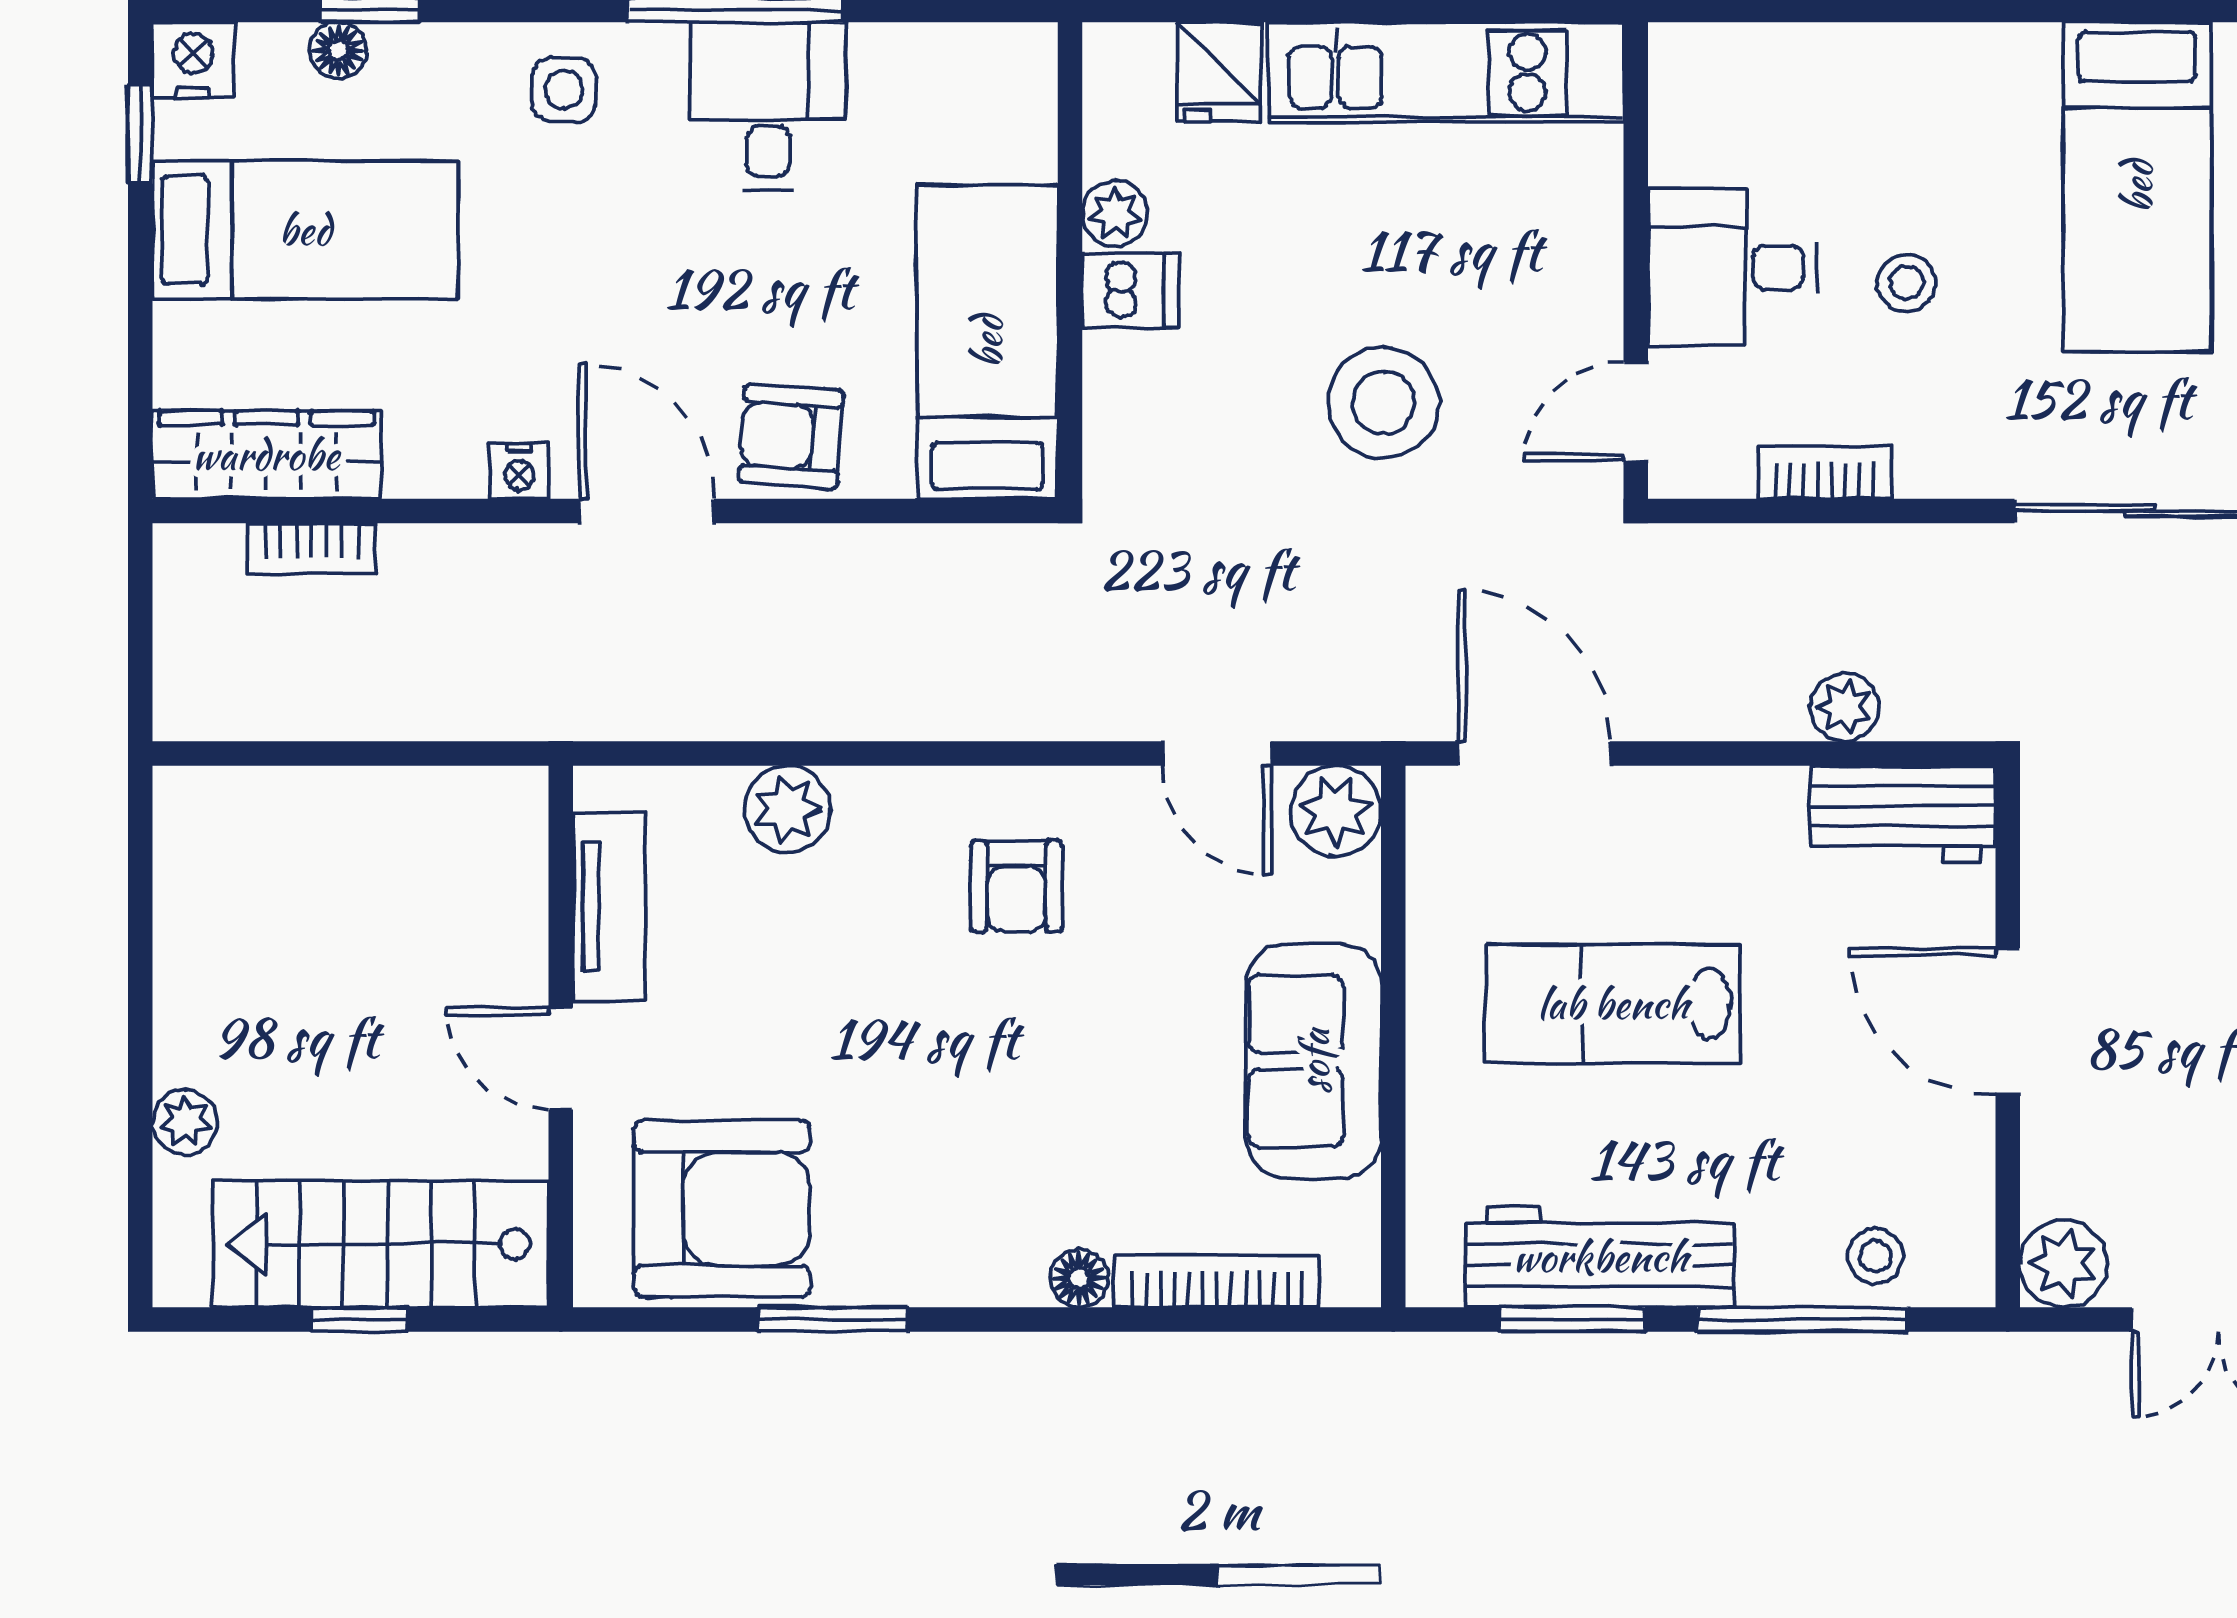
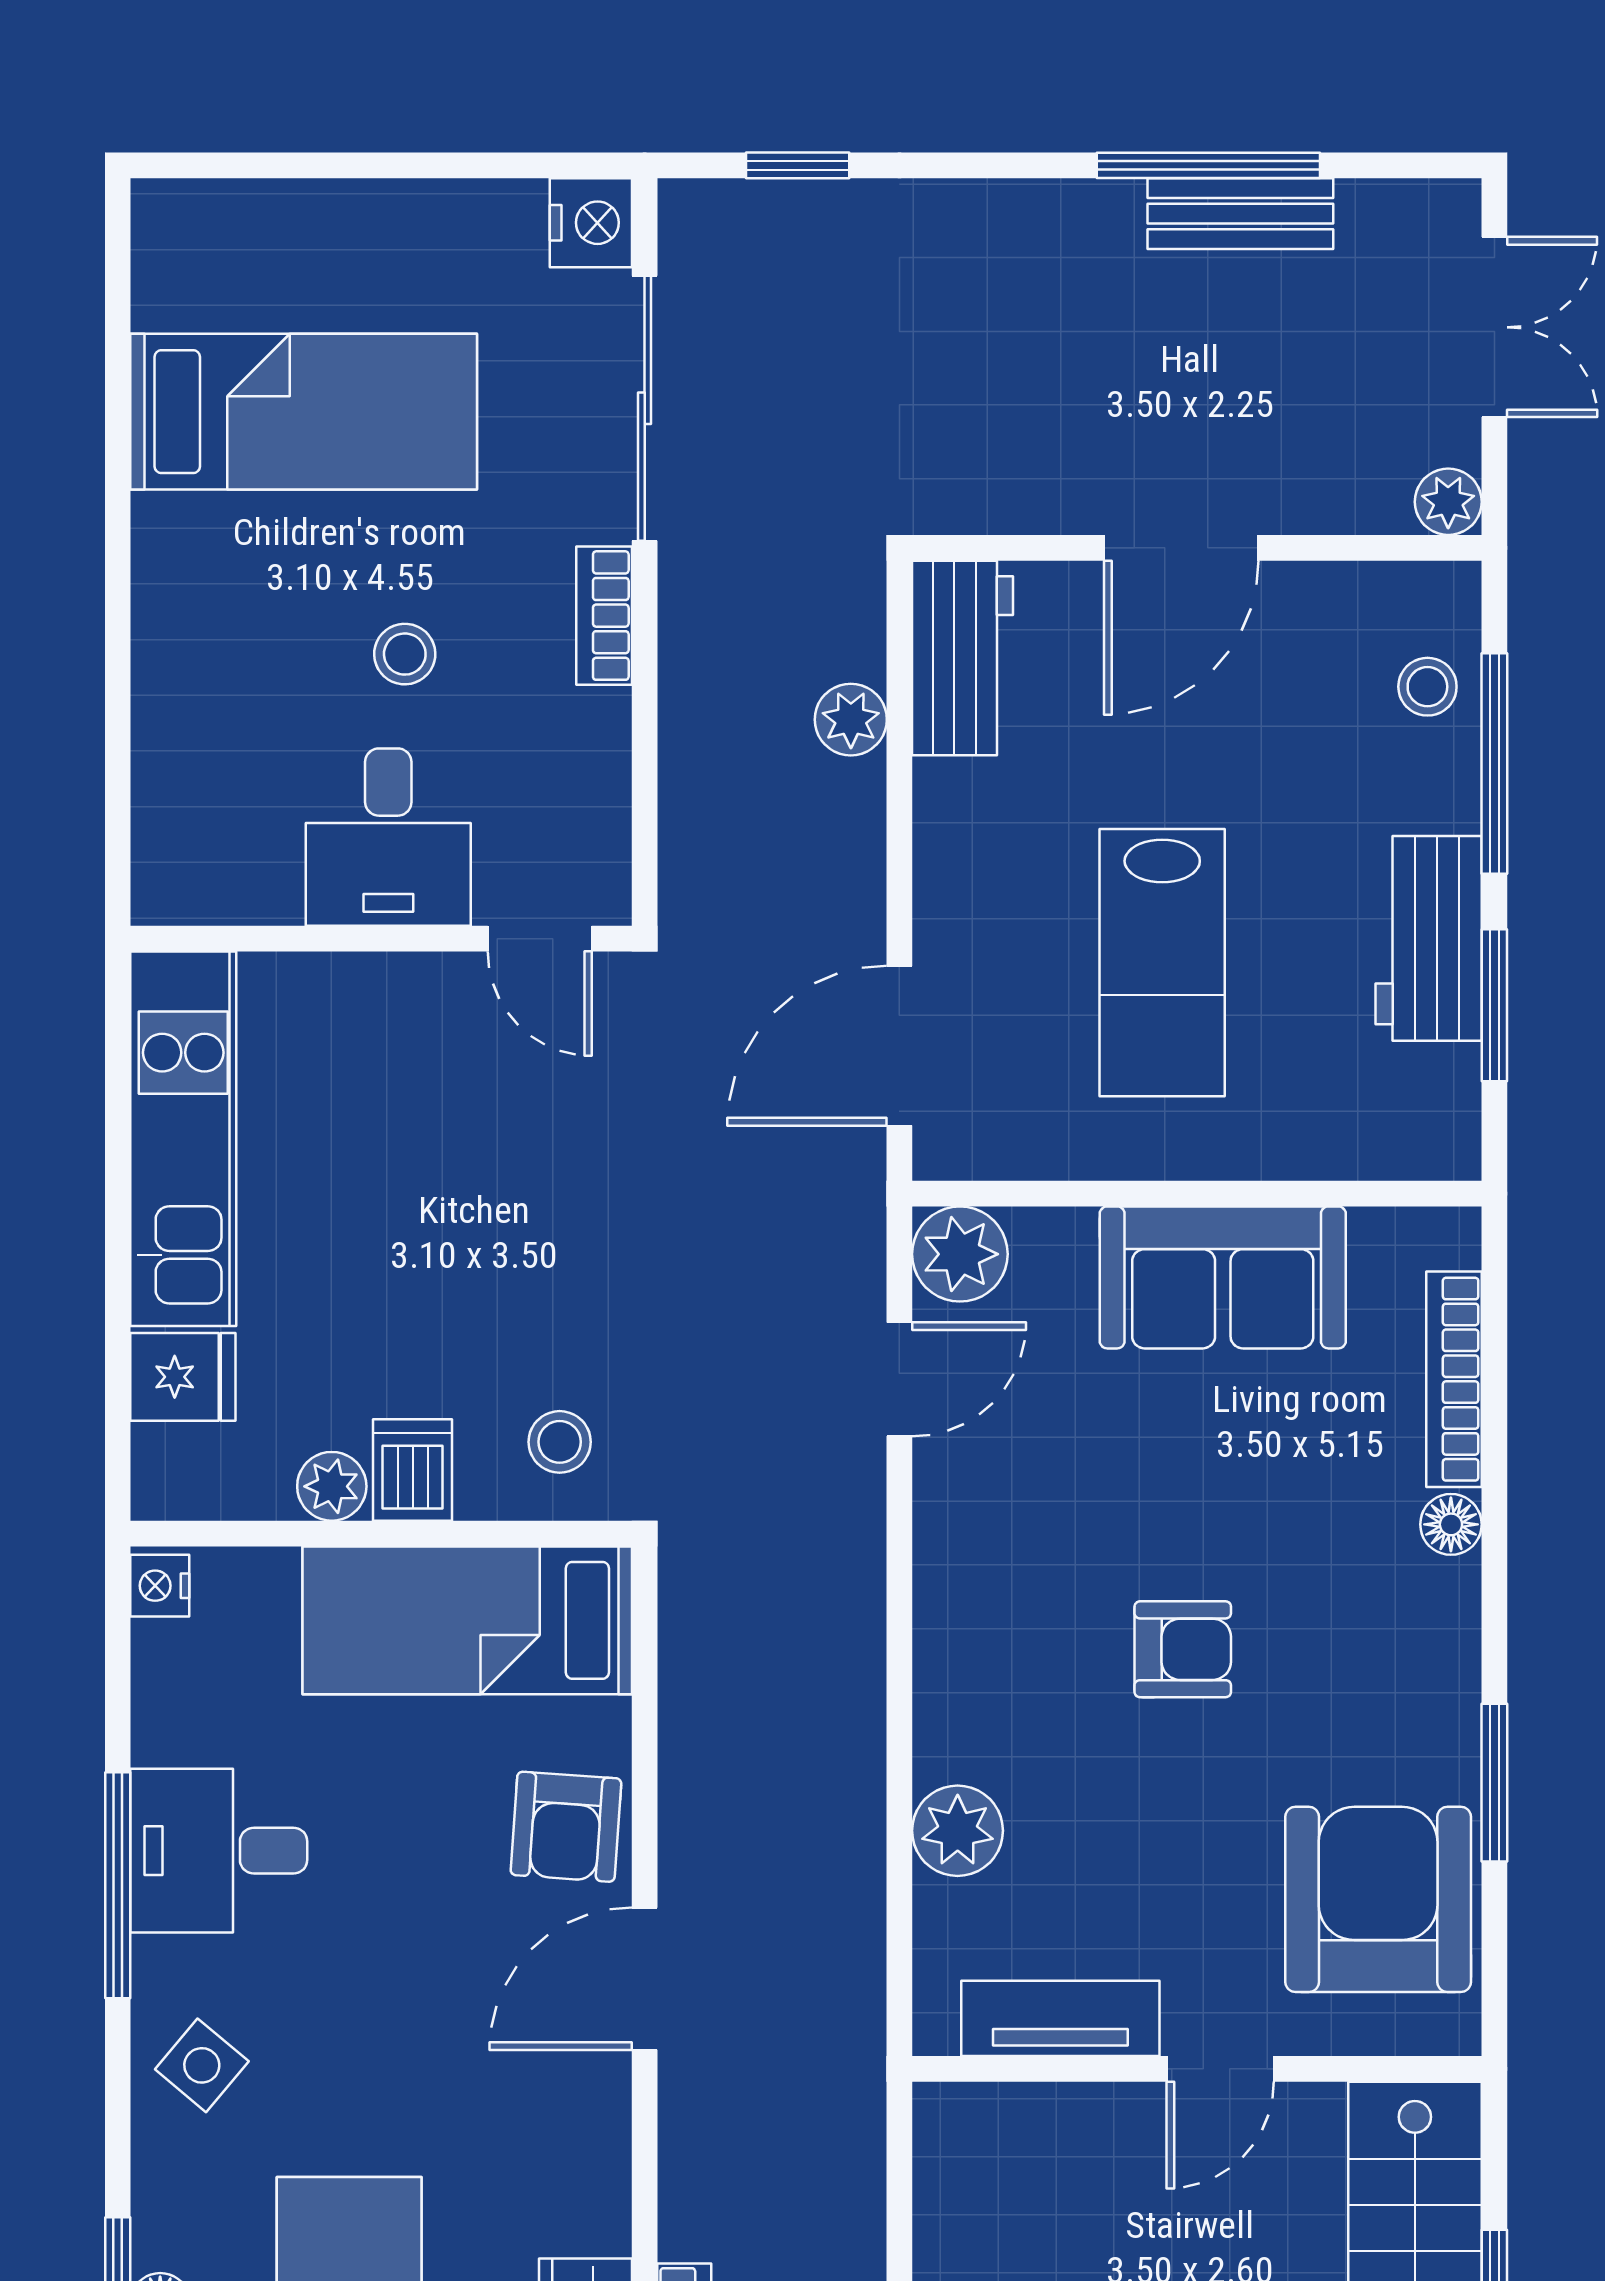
side table: (564, 90) -> (202, 2065), turned 37
stool: (1384, 403) -> (560, 1442), moved, width x0.53, depth x0.53
nightstand: (519, 471) -> (160, 1586), moved, turned 180
bookcase: (1825, 473) -> (604, 616), moved
armchair: (1016, 886) -> (1183, 1649), moved
workbench: (1600, 1257) -> (1429, 938), width x0.73
plant: (2063, 1264) -> (1448, 502), width x0.73, depth x0.73

